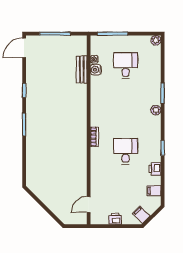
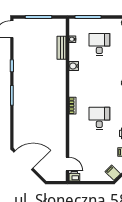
water cooler: (96, 70) -> (74, 66), moved
door: (37, 200) -> (23, 160), added
door: (89, 205) -> (67, 164), swing flipped
printer: (115, 219) -> (74, 176), moved

